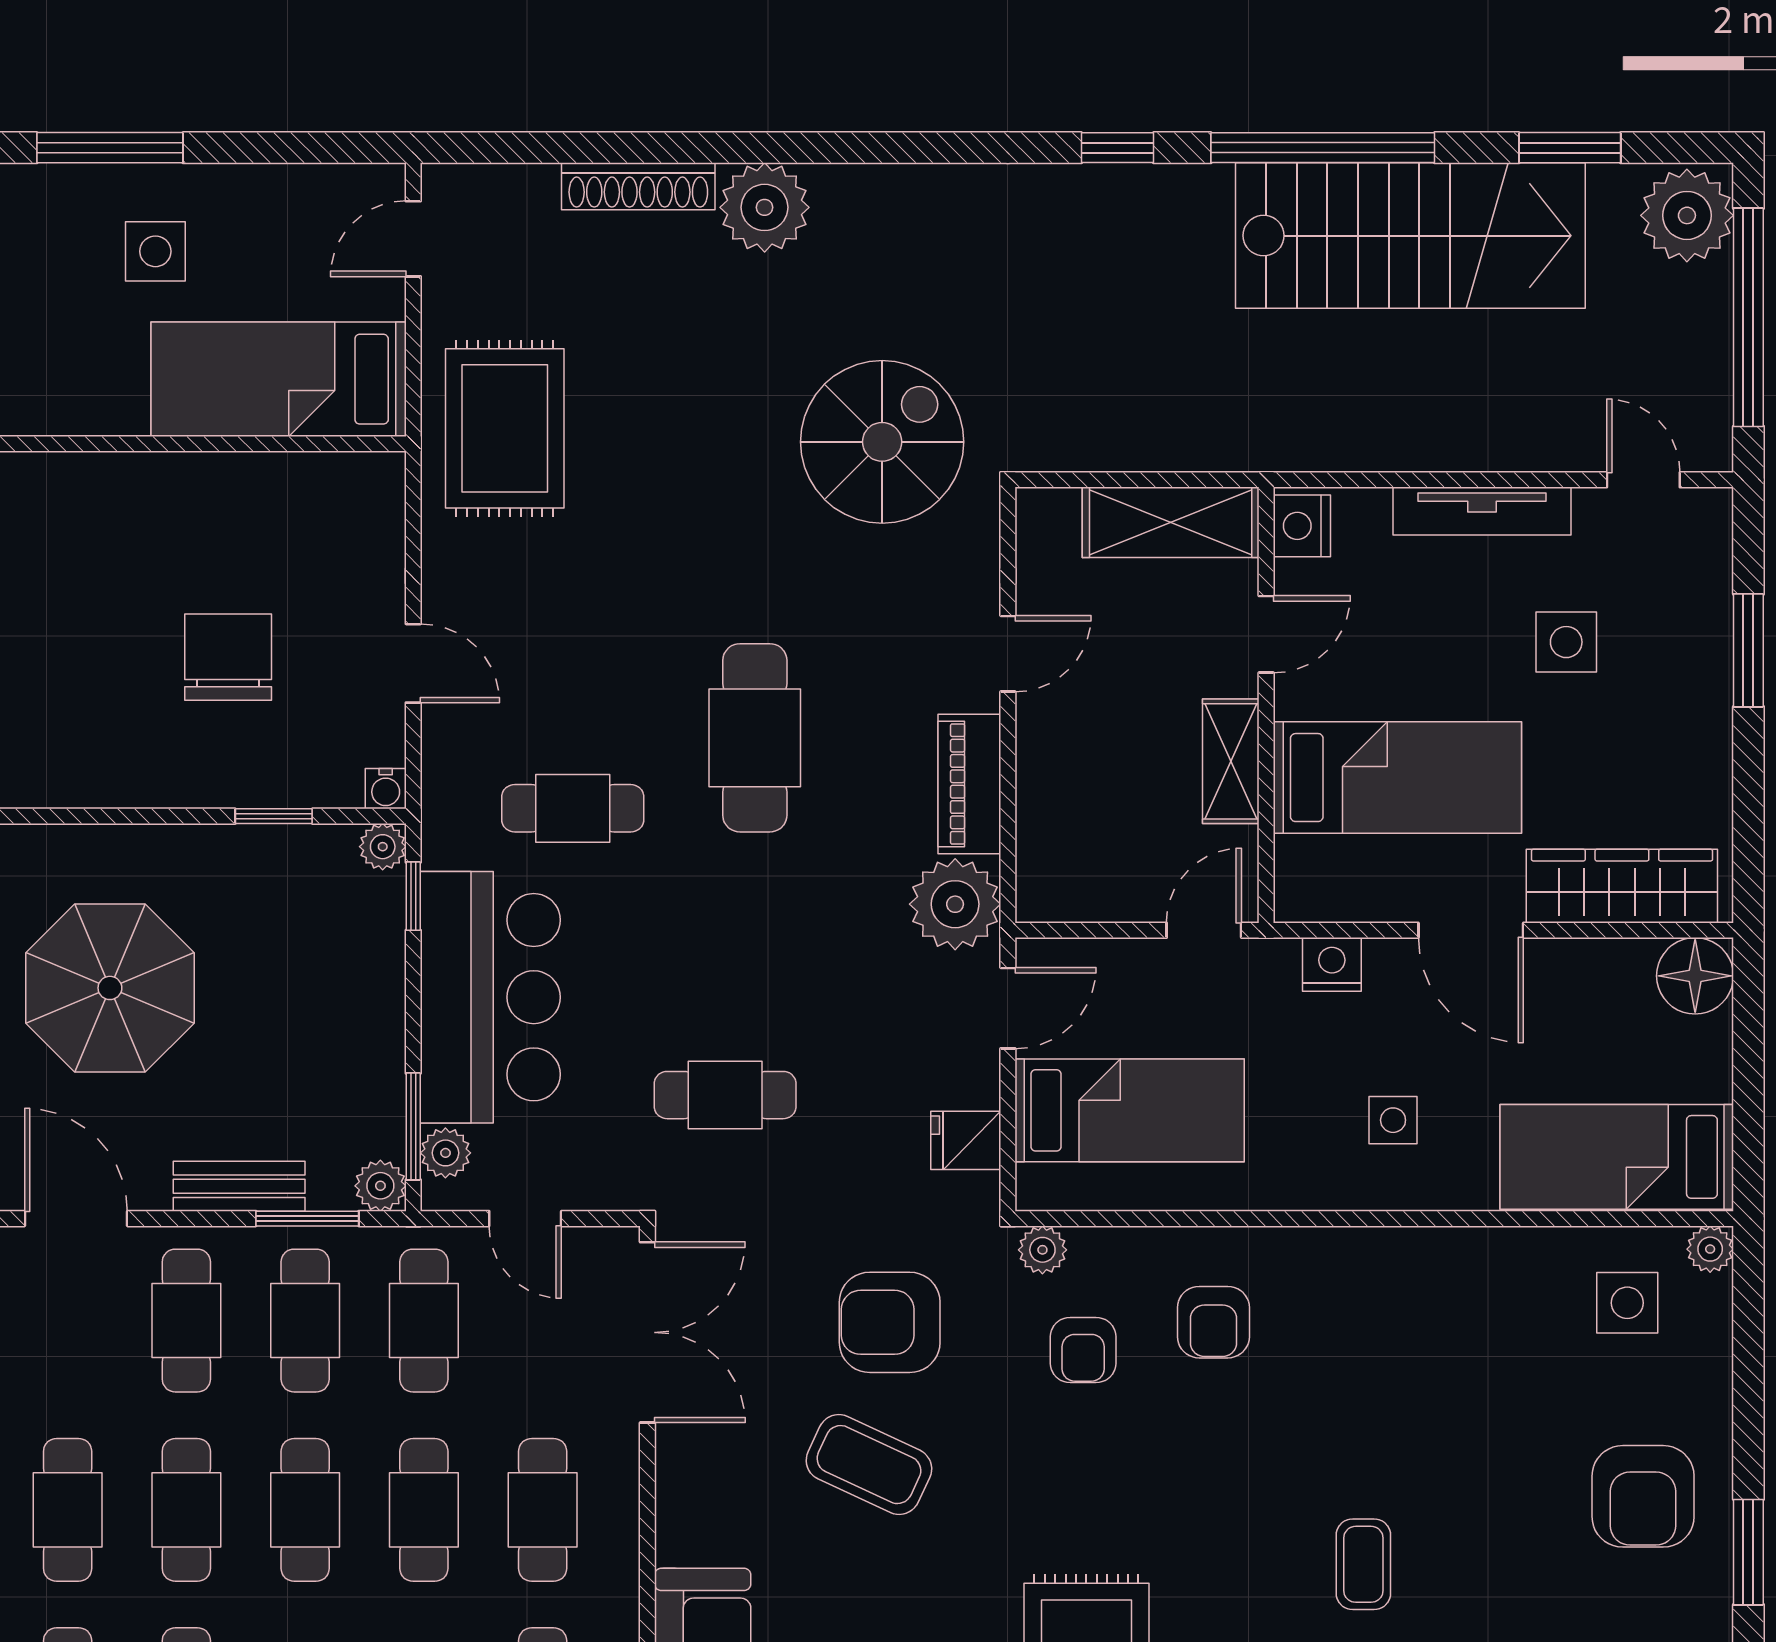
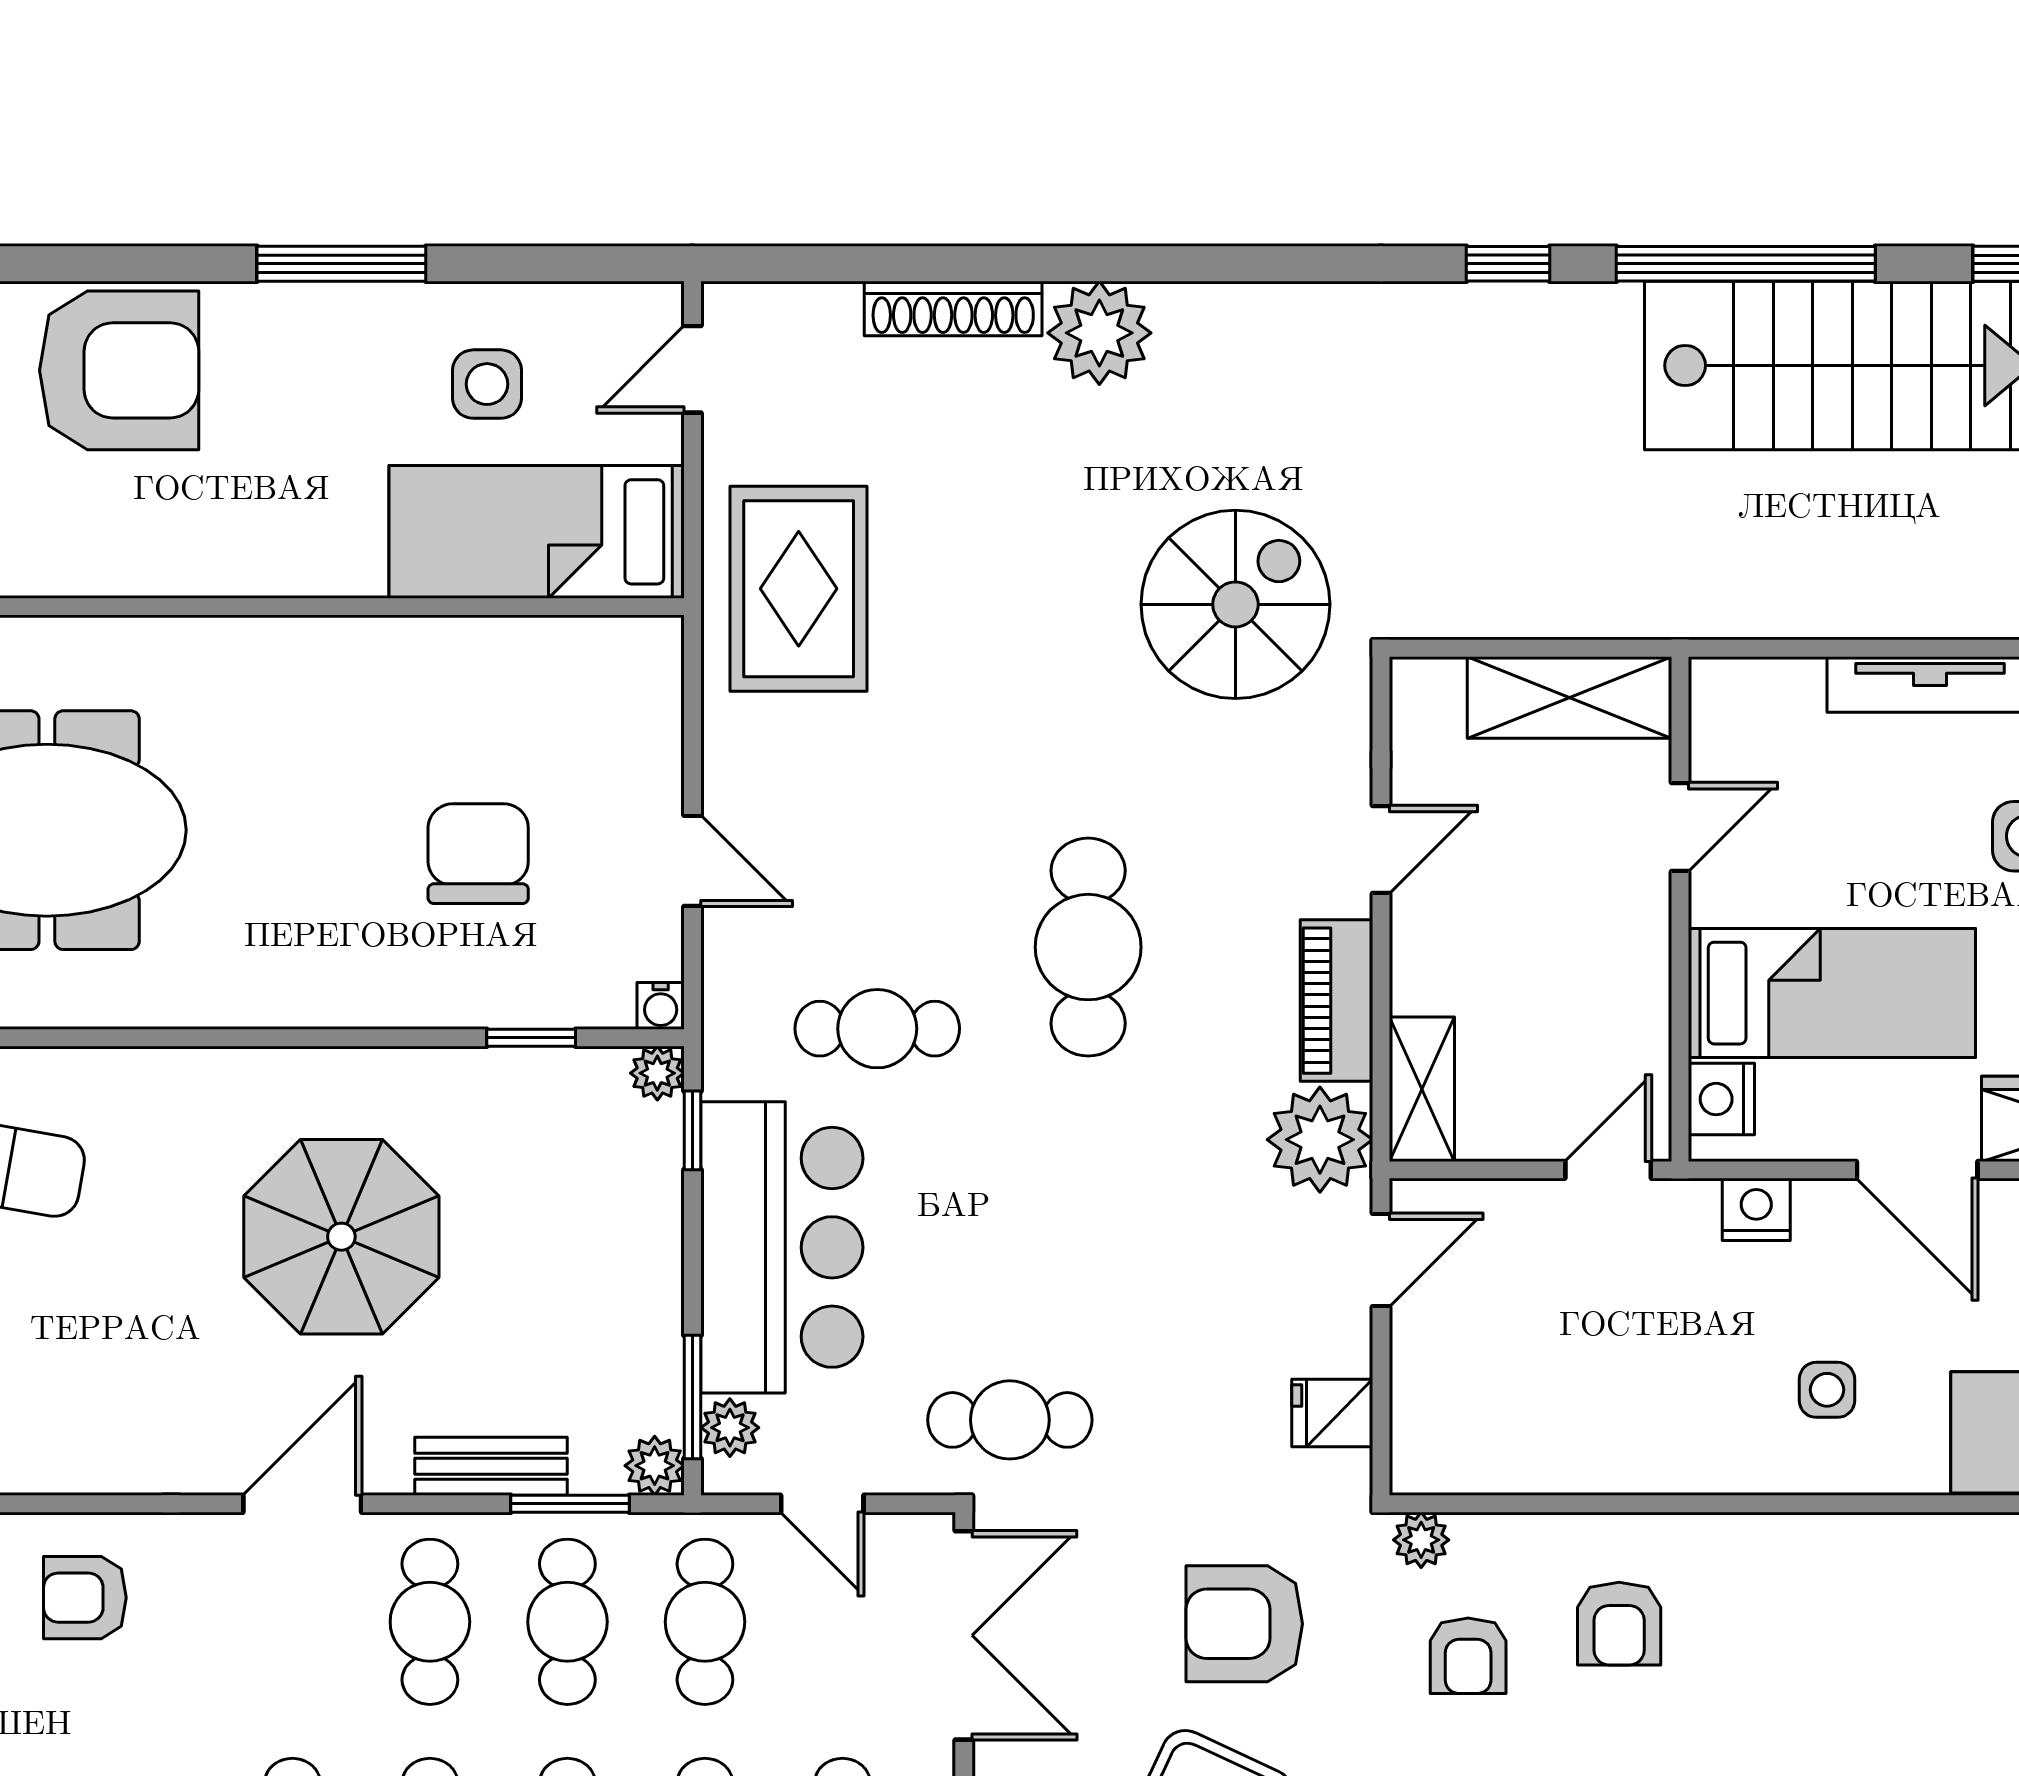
side table: (155, 251) -> (487, 384), moved
nightstand: (1302, 526) -> (1721, 1099), moved
shelving: (1231, 761) -> (1422, 1089), moved
cafe table: (725, 1095) -> (1010, 1420), moved
bed: (1130, 1110) -> (1522, 1378), removed
door: (76, 1219) -> (302, 1504), hinge flipped

